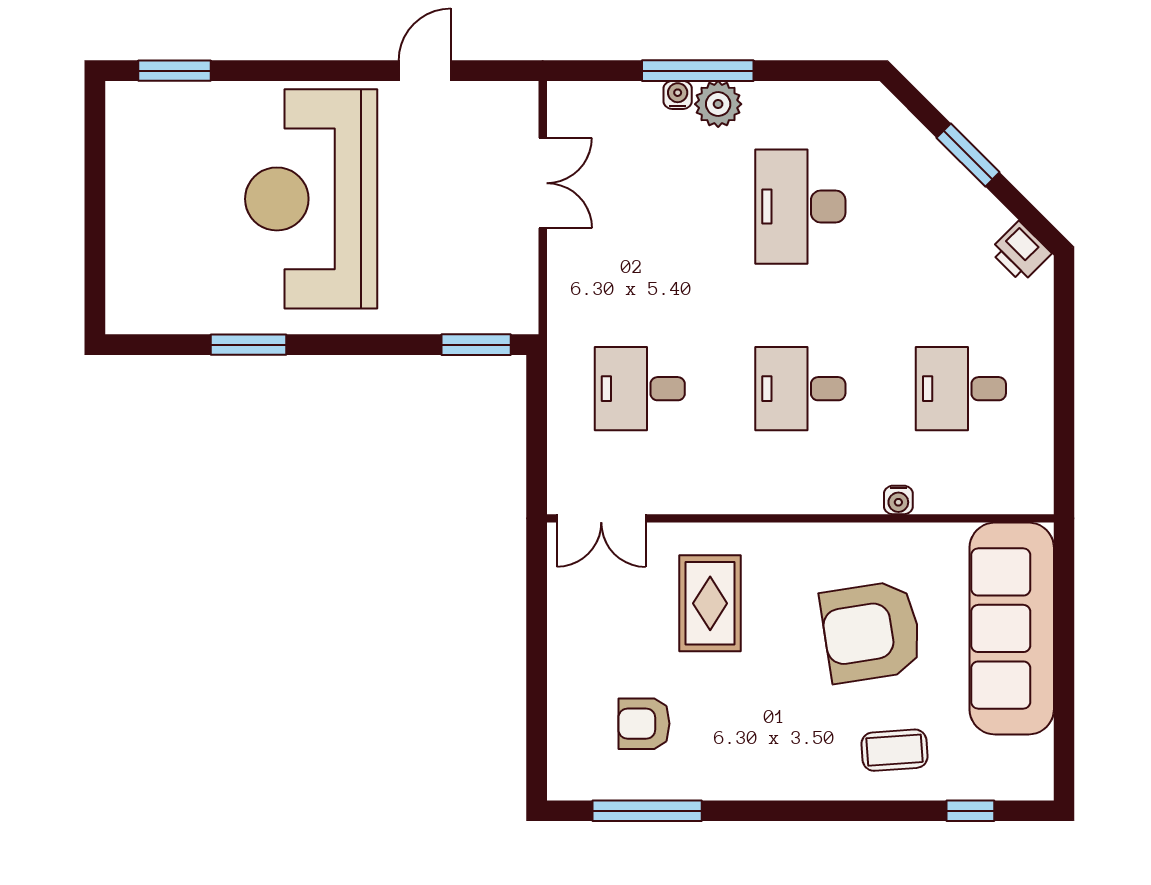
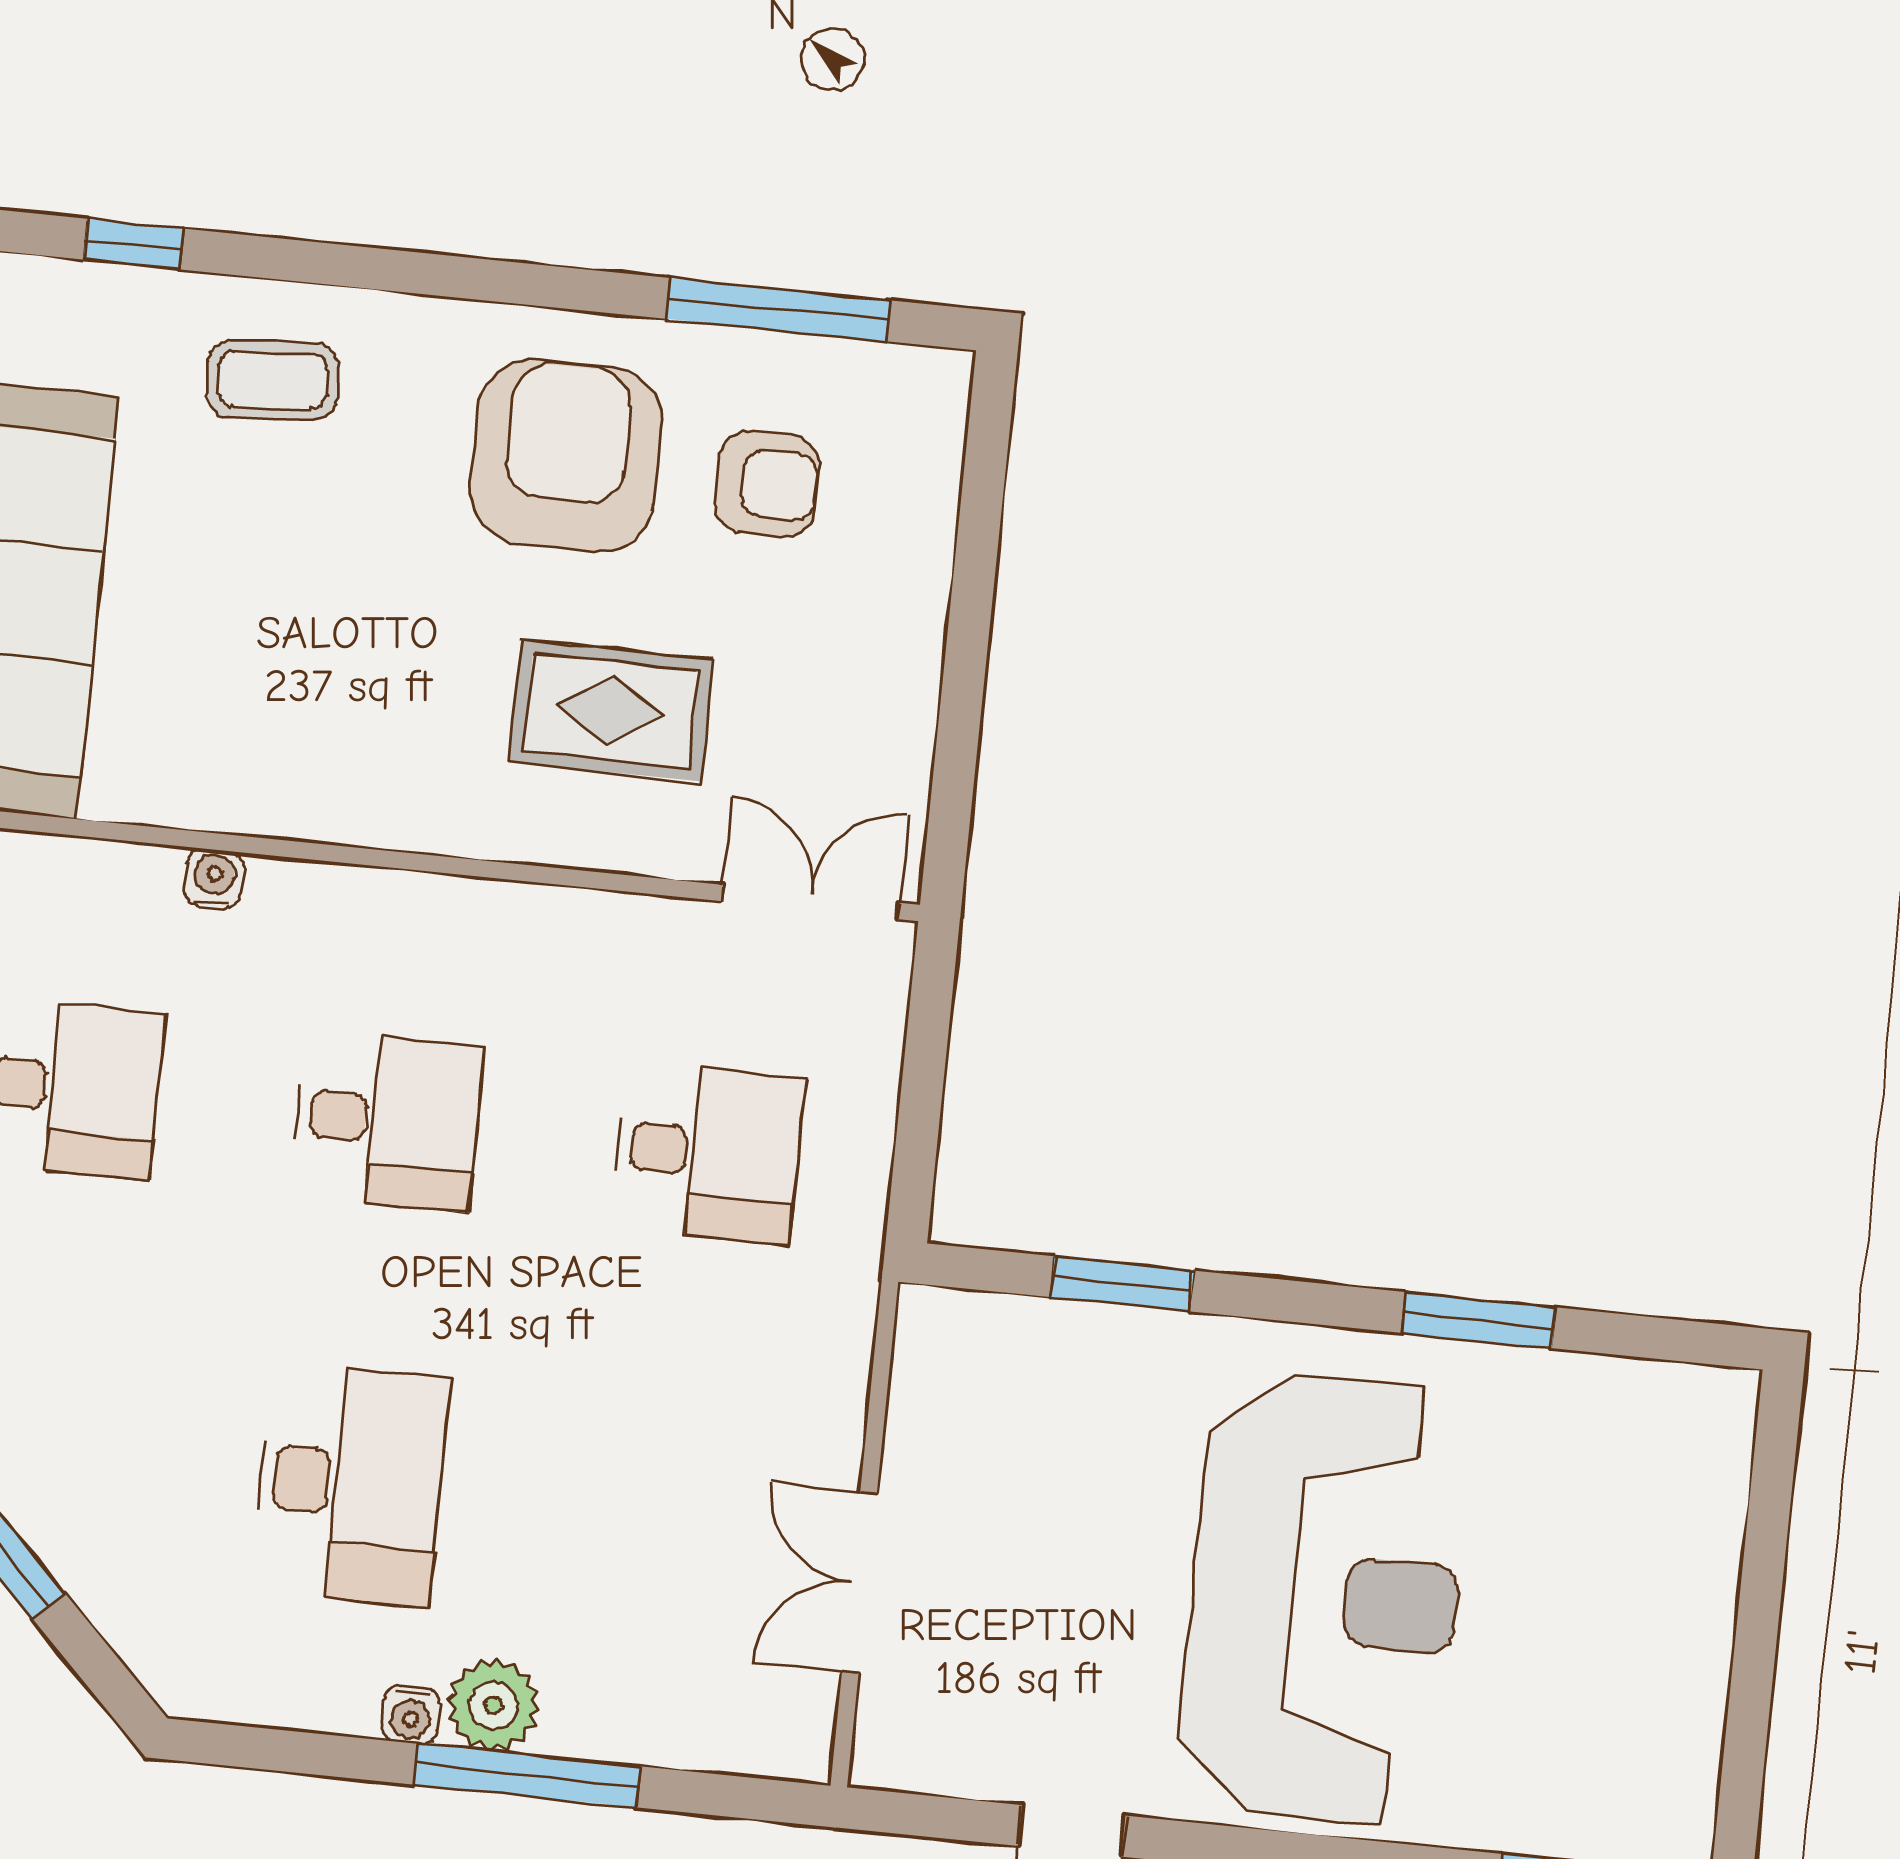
water cooler: (678, 95) -> (411, 1715), moved
window: (476, 345) -> (1122, 1284), moved
rug: (710, 603) -> (611, 711), turned 90
armchair: (871, 632) -> (566, 456), moved, turned -81

